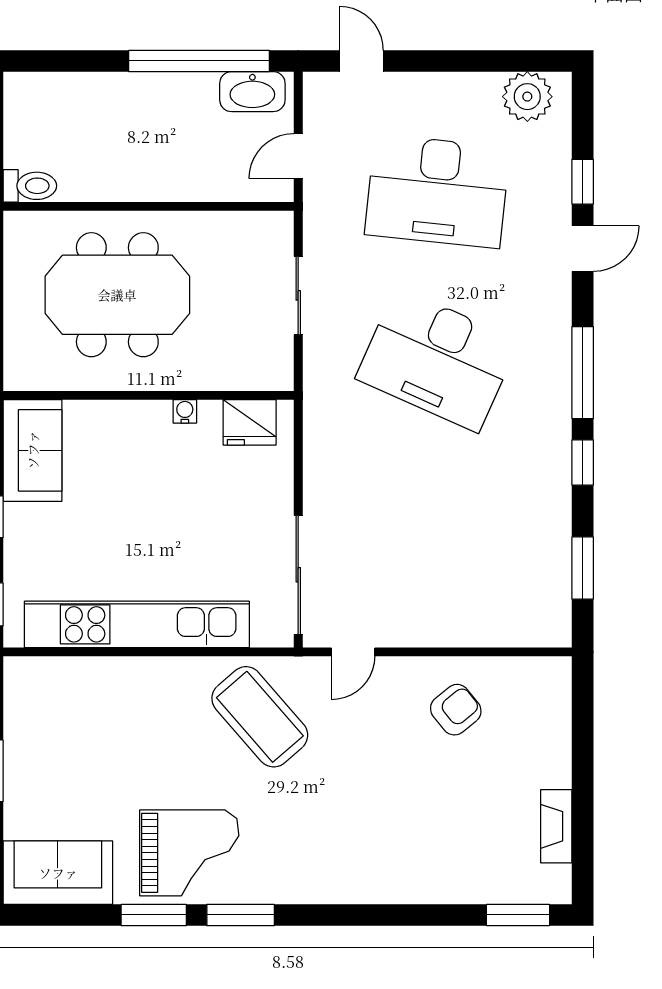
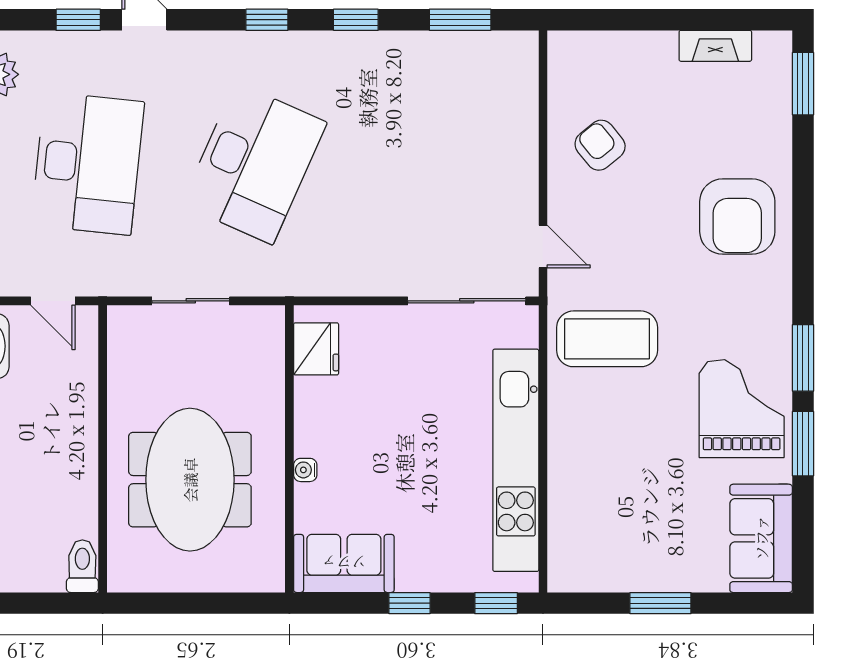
window: (583, 373) -> (267, 20), width x0.46
water cooler: (185, 411) -> (305, 470), moved
coffee table: (260, 717) -> (607, 339), turned 41
armchair: (384, 848) -> (737, 217), added

